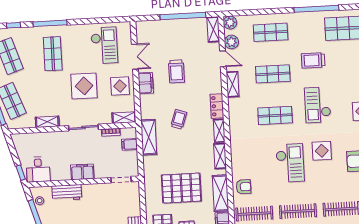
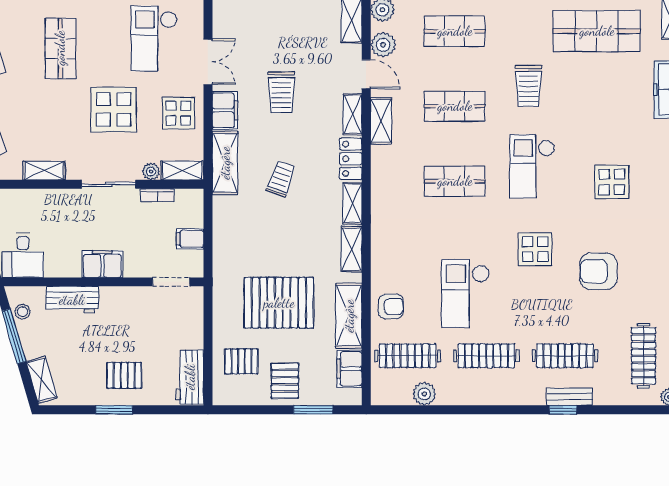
checkout: (104, 45) -> (154, 38), turned 180
trolley: (313, 60) -> (528, 86), turned -90
shelving: (217, 81) -> (353, 114), added
plant: (107, 119) -> (151, 172), added
shelving: (149, 137) -> (225, 163), moved
filing cabinet: (130, 144) -> (190, 239), moved
checkout: (290, 163) -> (465, 294), moved, turned 180

